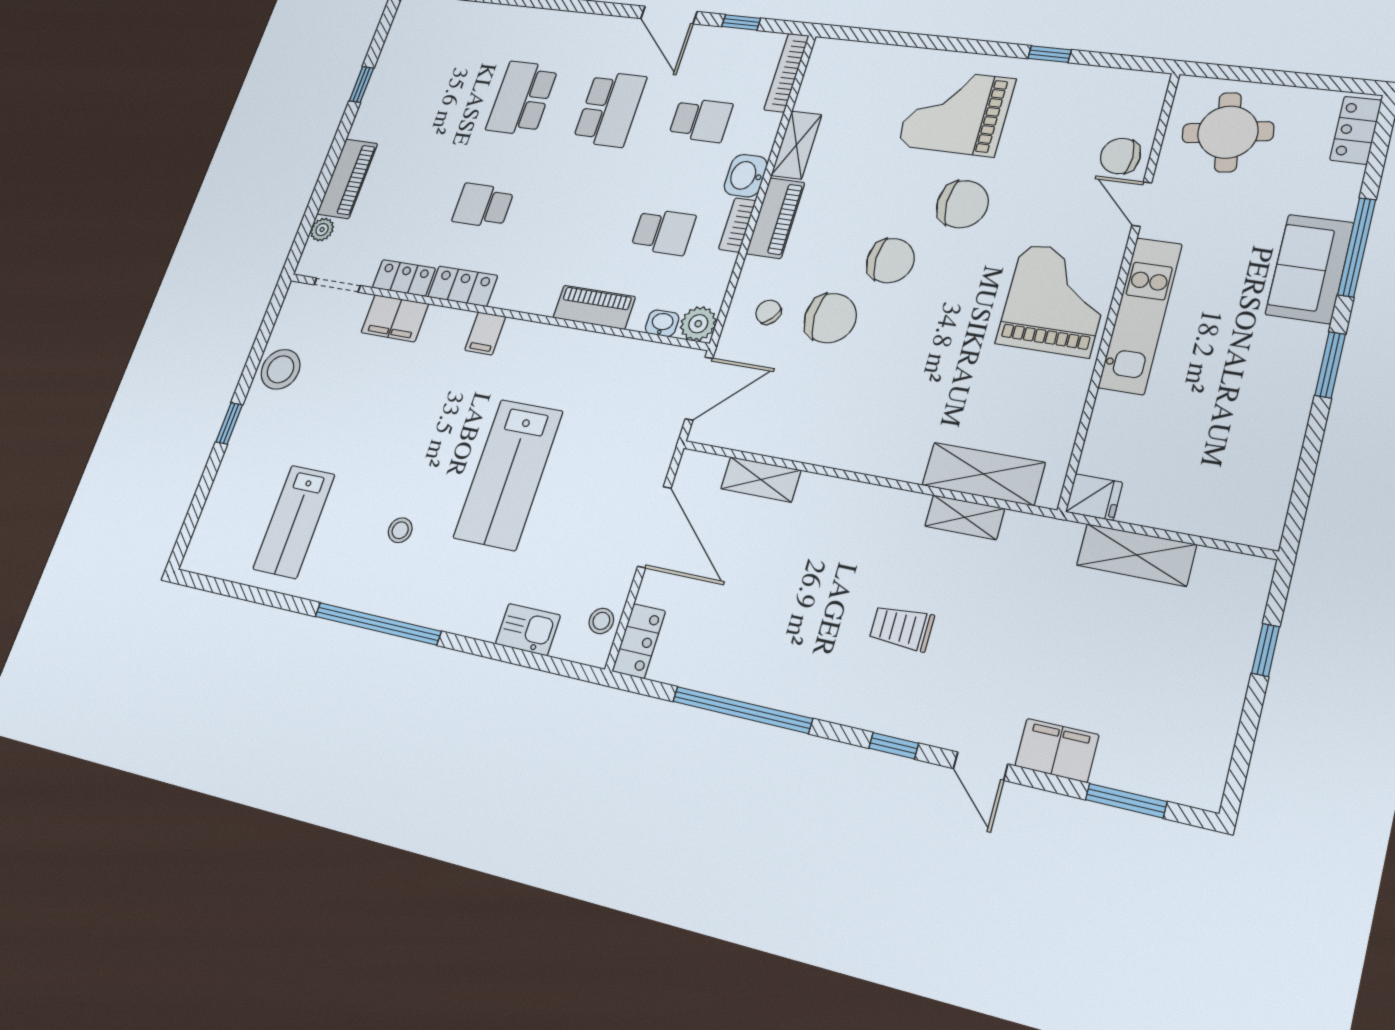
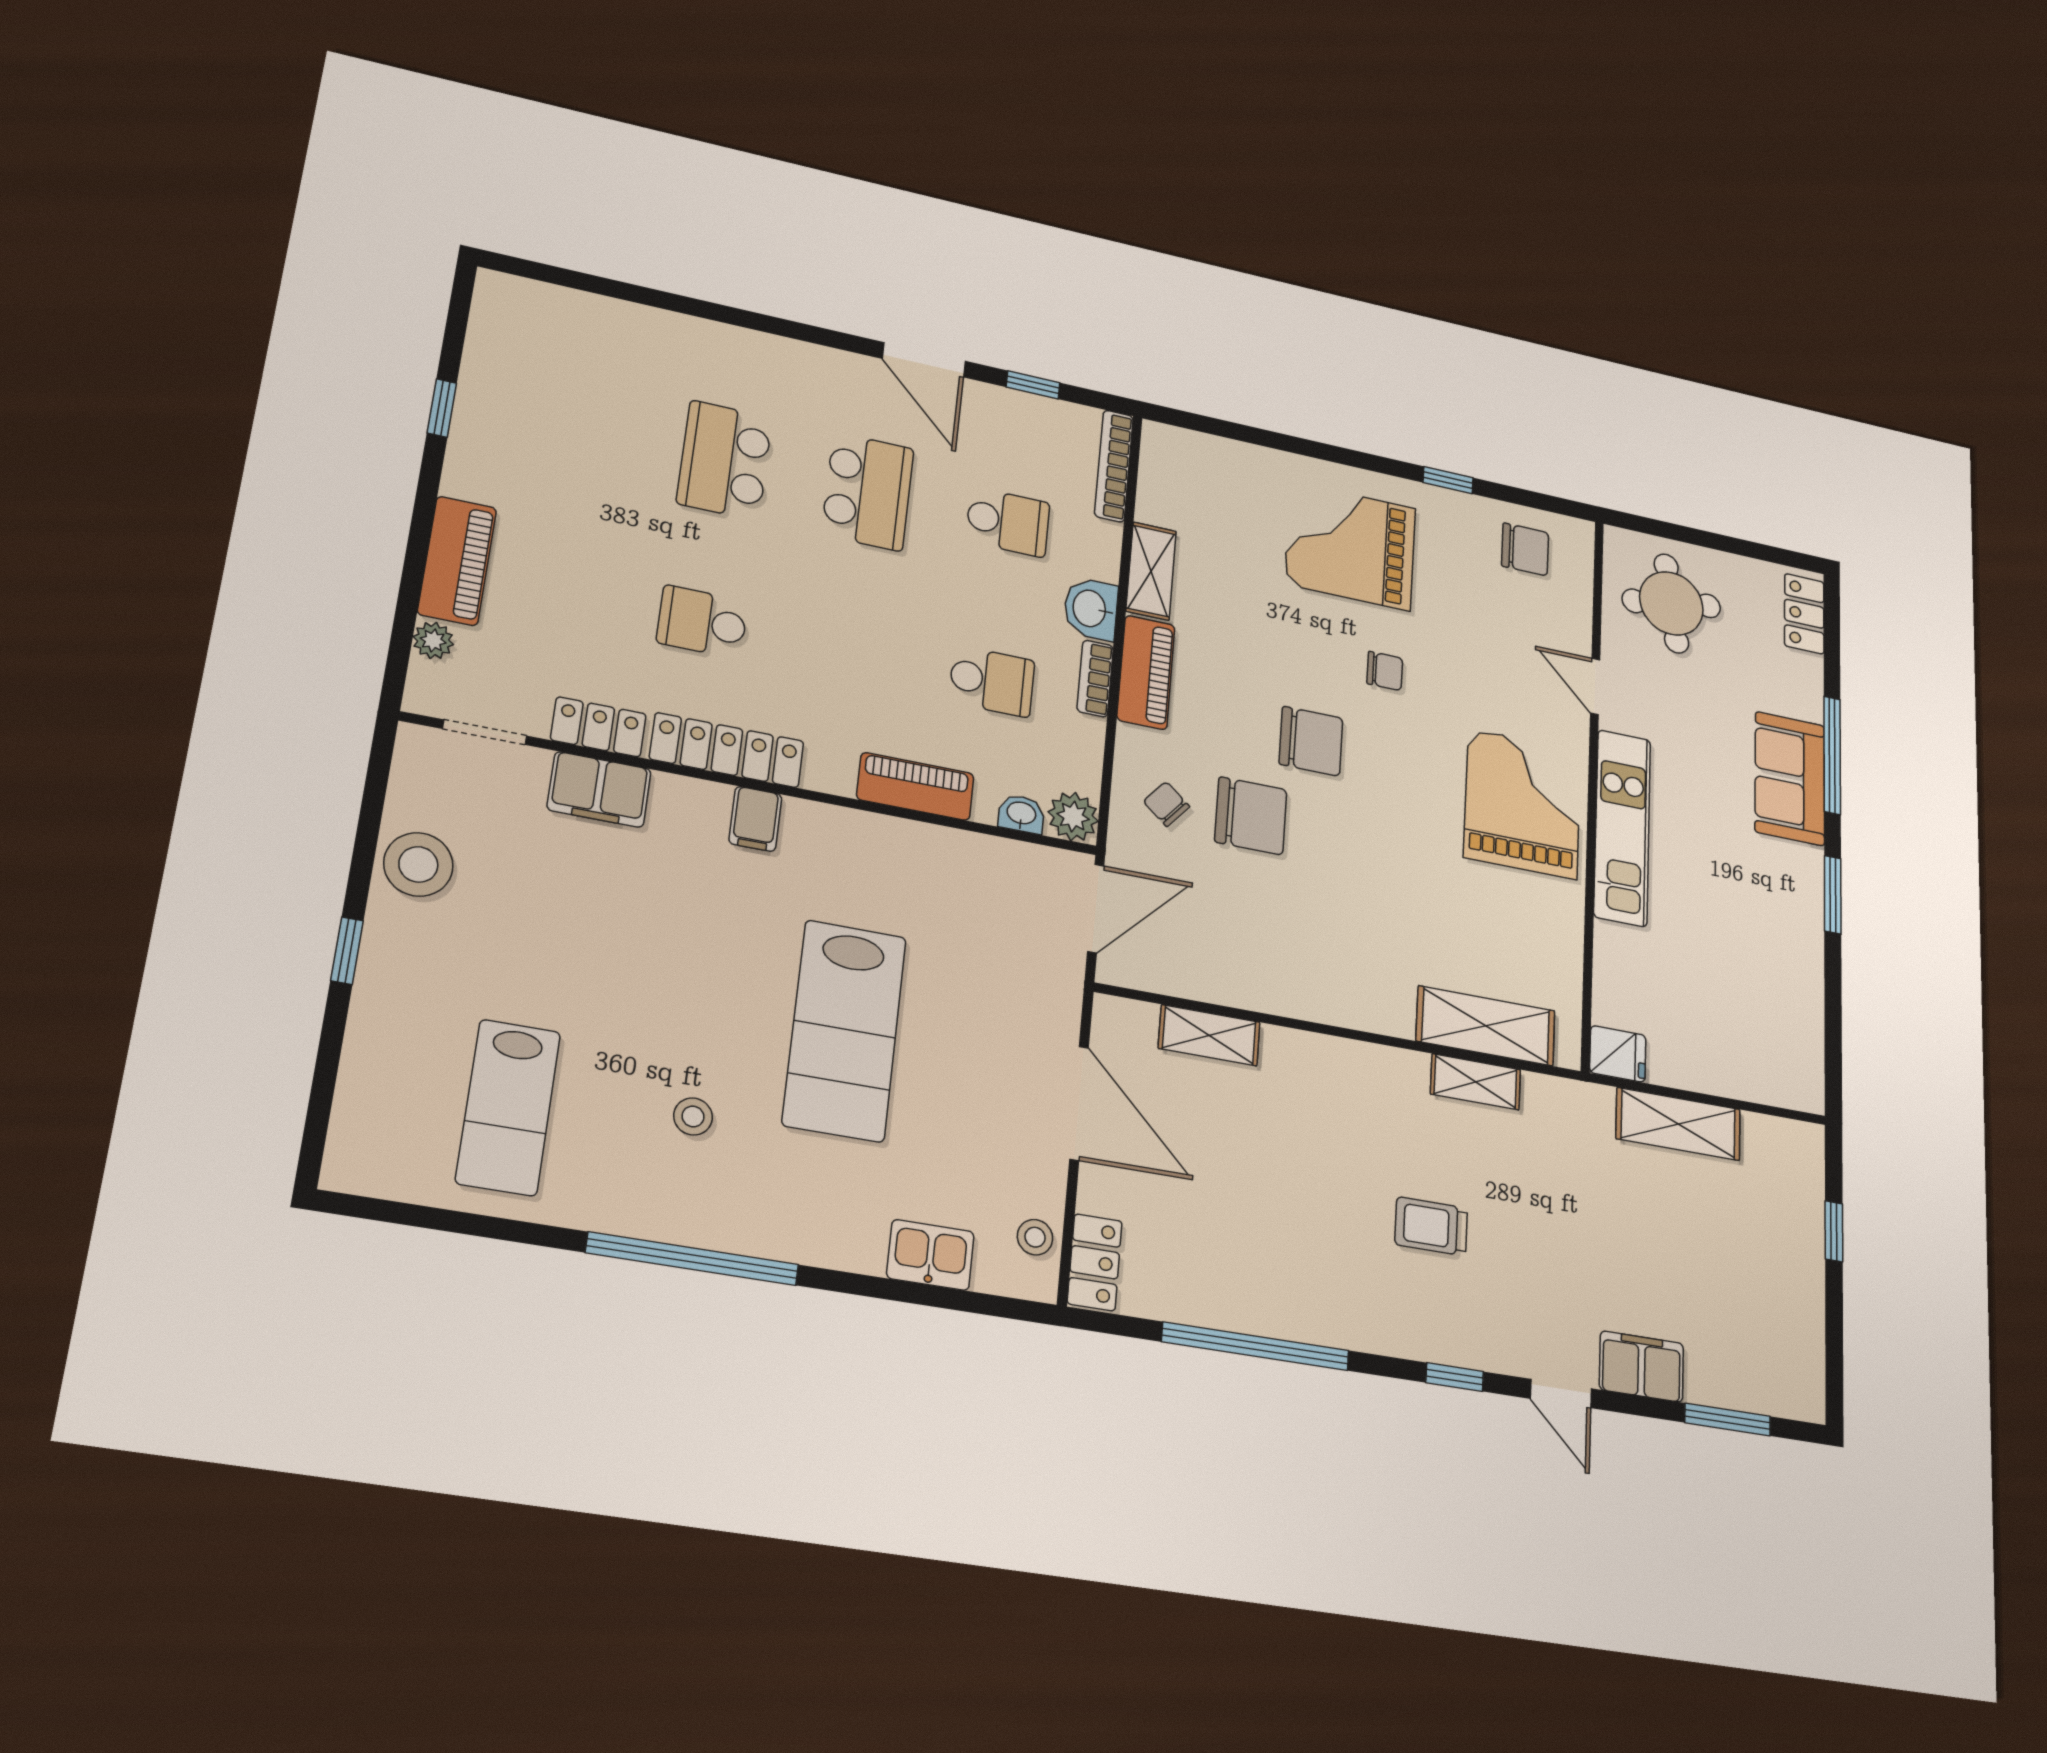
chair: (1120, 156) -> (1525, 549), moved, turned 180
chair: (962, 204) -> (1385, 671), width x0.54, depth x0.54
locker: (463, 286) -> (727, 750), width x1.53

